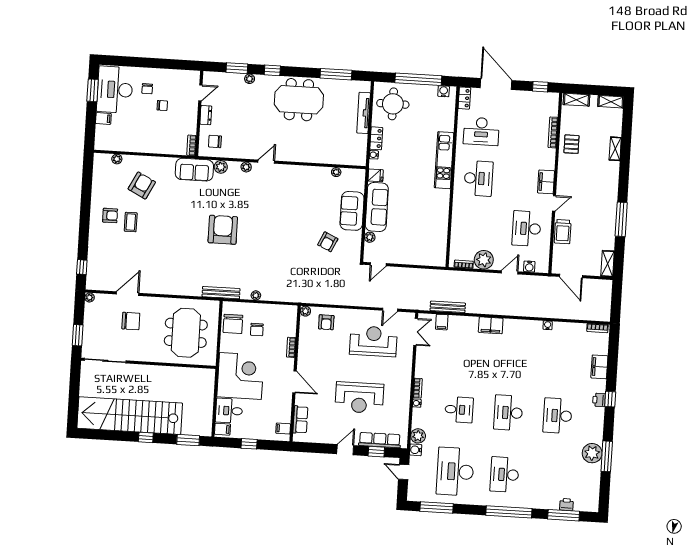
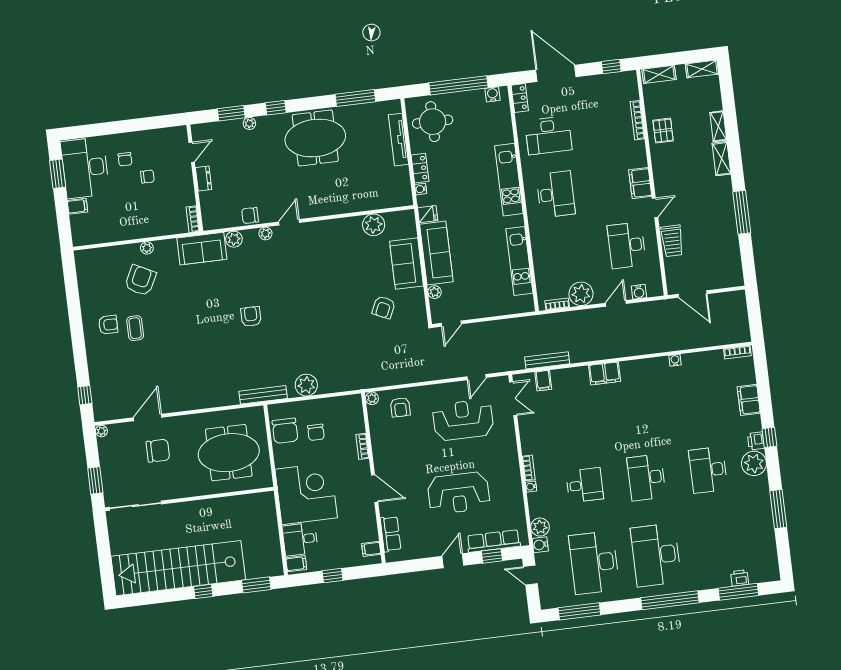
chair: (215, 141) -> (250, 215), moved
plant: (117, 159) -> (147, 248), moved
plant: (336, 172) -> (374, 225), width x1.87, depth x1.87
kitchen unit: (440, 225) -> (519, 261), added
armchair: (223, 230) -> (251, 316), width x0.53, depth x0.53
shelving: (608, 264) -> (721, 159), moved
plant: (256, 295) -> (306, 385), width x1.87, depth x1.87
meeting table: (186, 333) -> (229, 453), turned 90
plant: (592, 453) -> (754, 463), moved
desk: (505, 475) -> (656, 555), width x1.36, depth x1.30

